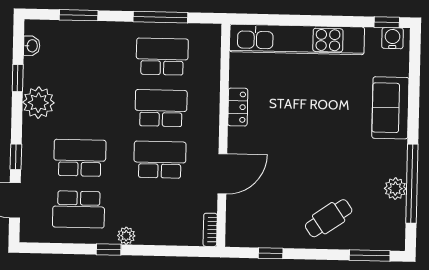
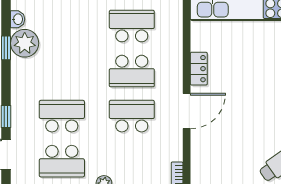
plant: (38, 103) -> (25, 43), moved
school desk: (161, 108) -> (132, 71), turned 180
door: (222, 174) -> (187, 111), moved

